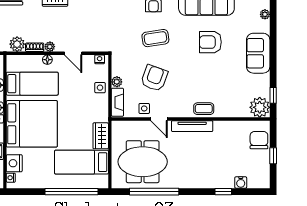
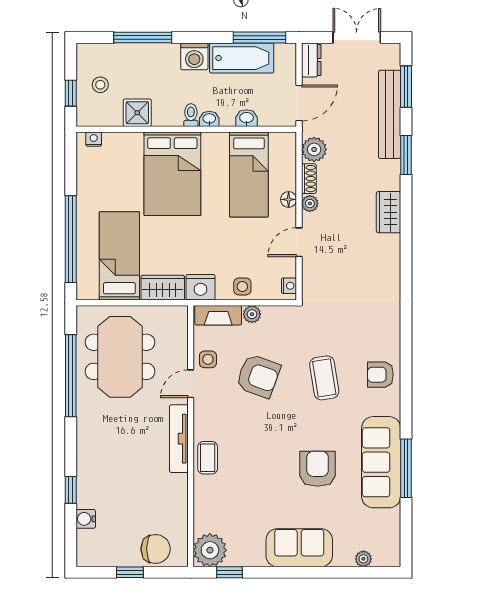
bed: (32, 124) -> (172, 174), width x0.73
nightstand: (14, 163) -> (201, 287), moved, turned 180

